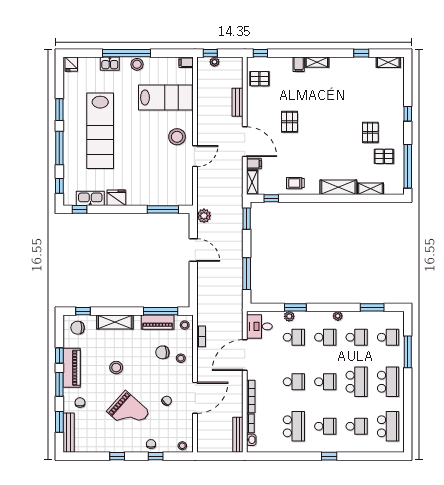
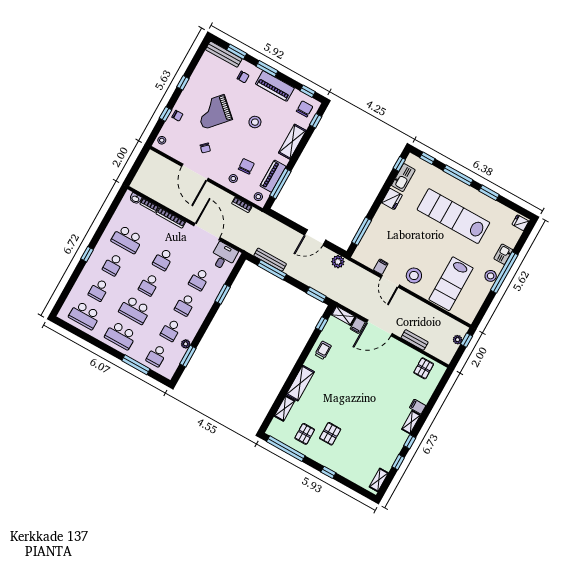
window: (260, 53) -> (410, 442), moved
filing cabinet: (186, 62) -> (381, 267), moved
pallet: (289, 122) -> (375, 373), removed
pallet: (370, 132) -> (330, 434), turned 90
plant: (289, 316) -> (218, 285), removed
plant: (338, 316) -> (186, 344), moved
window: (59, 355) -> (308, 91), moved
bench: (238, 435) -> (270, 260), moved

